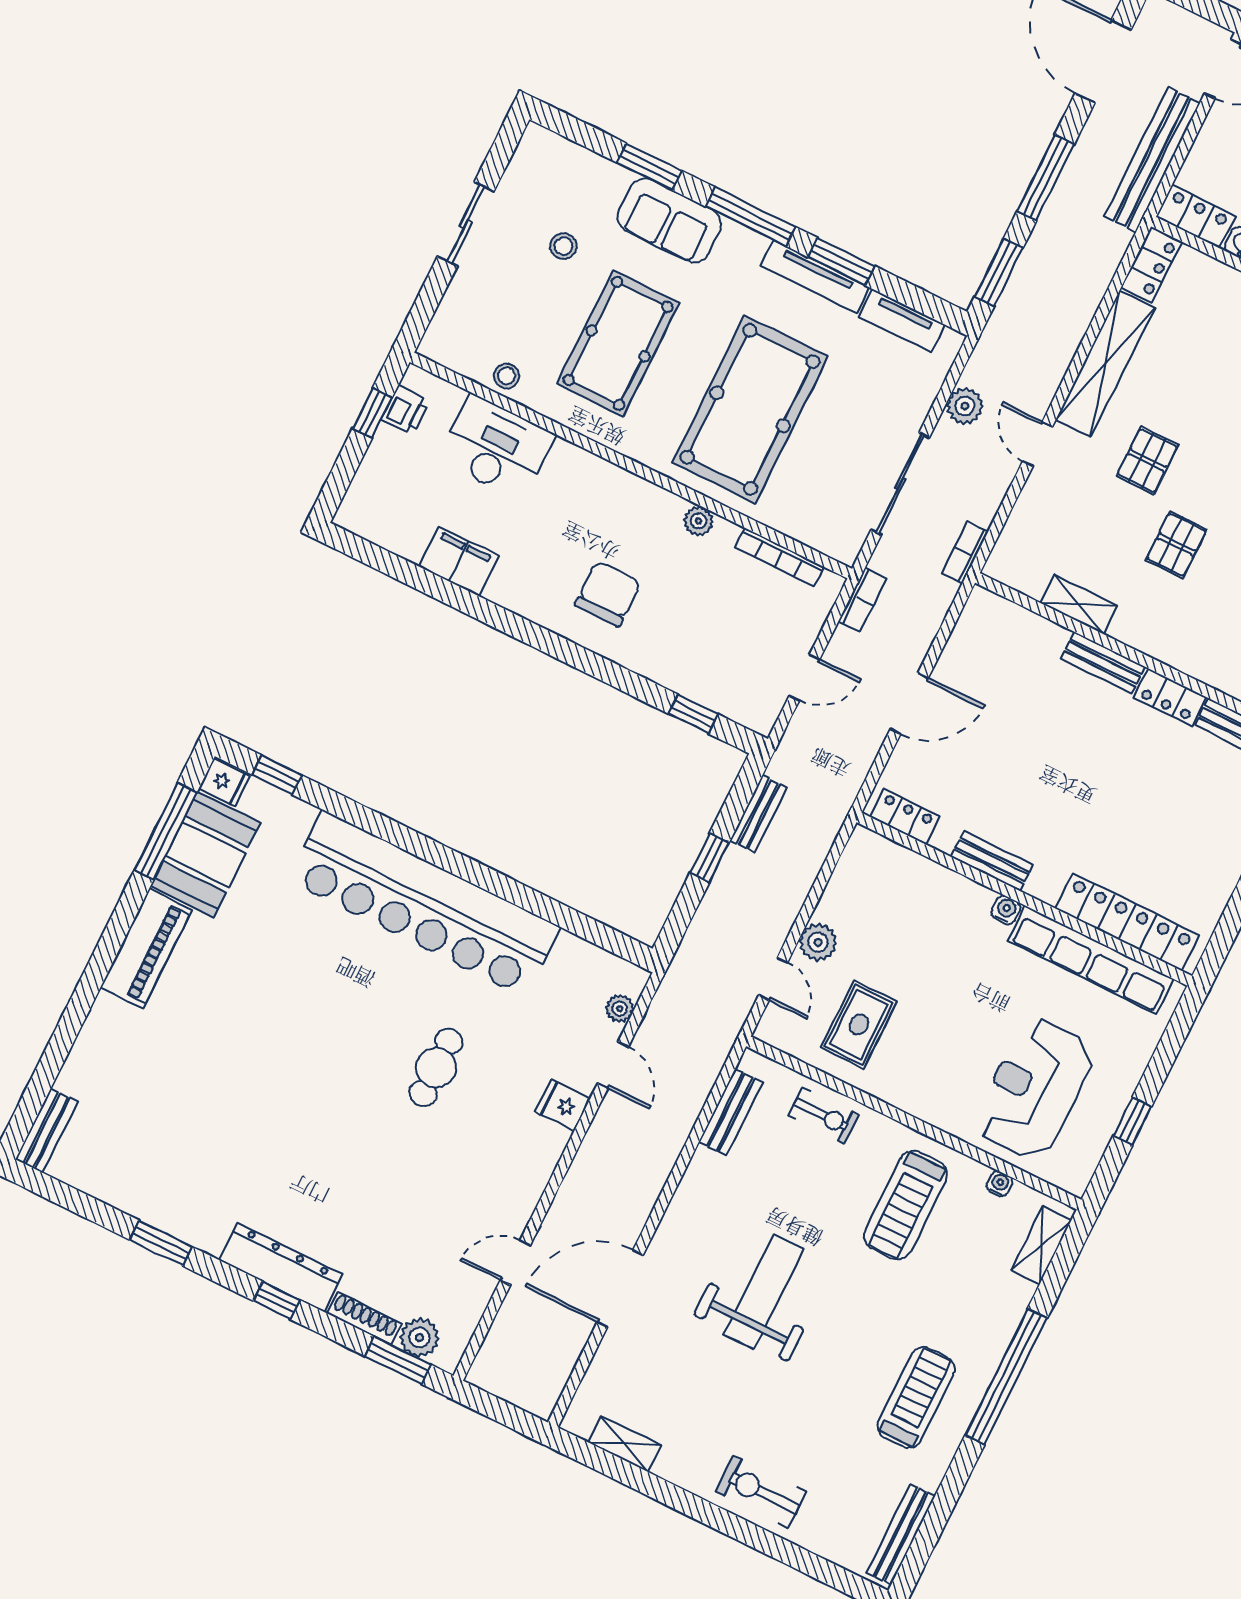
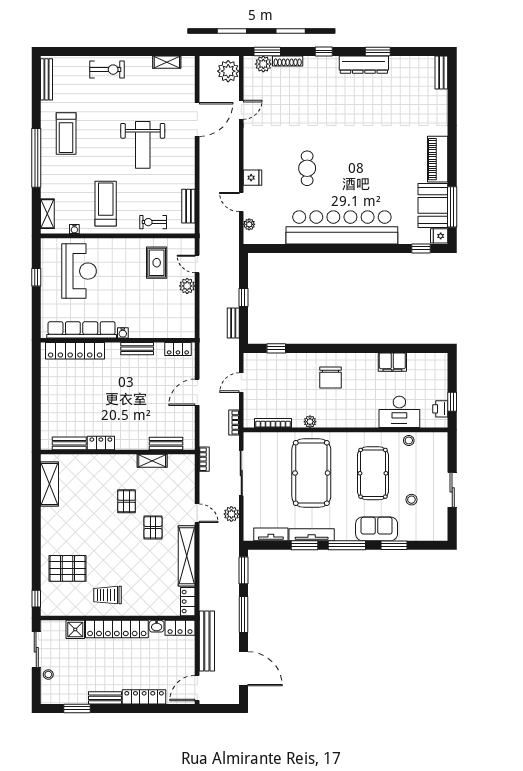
bench: (1103, 663) -> (166, 443), moved
dresser: (281, 1267) -> (364, 65), moved
plant: (502, 1359) -> (228, 71), added

